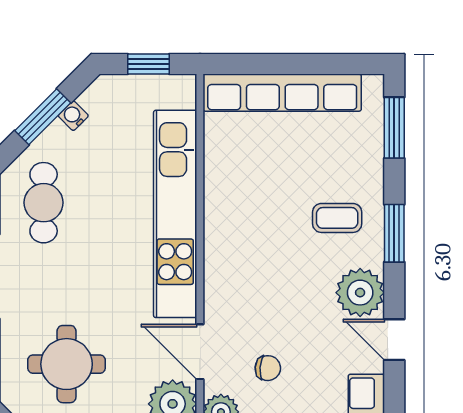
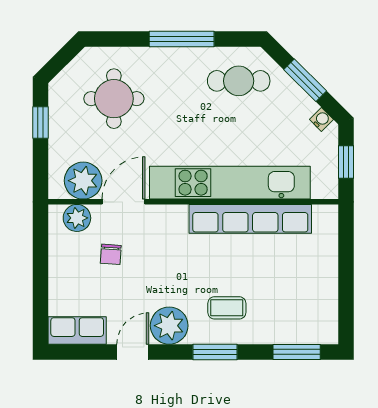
row of seats: (282, 93) -> (250, 219), moved, turned -90
water cooler: (73, 116) -> (321, 119), moved
coffee table: (337, 218) -> (227, 308), turned 90

